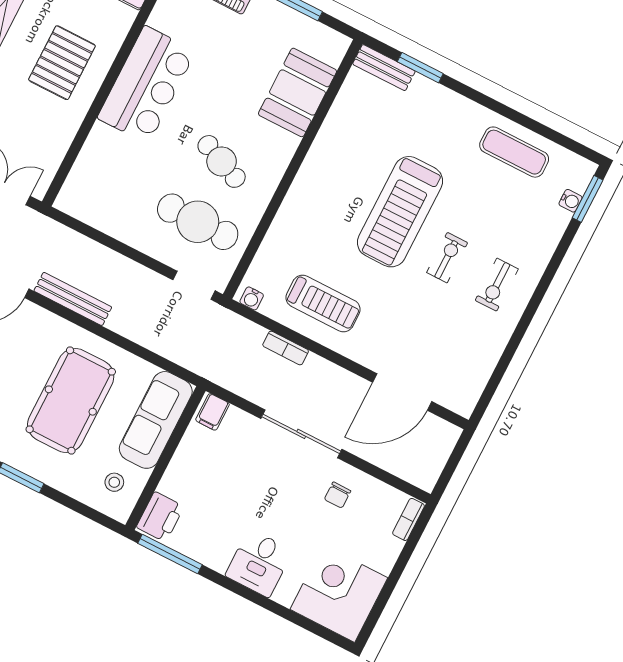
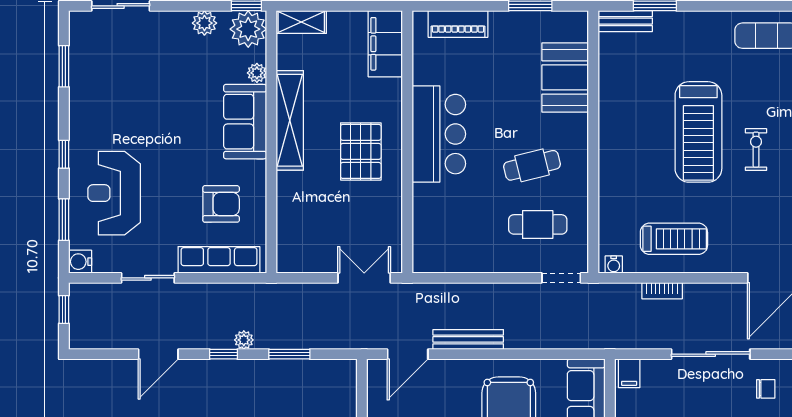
cafe table: (222, 161) -> (532, 165), turned -37
cafe table: (198, 222) -> (538, 224), width x0.73, depth x0.74
chair: (338, 495) -> (766, 389), turned -90

